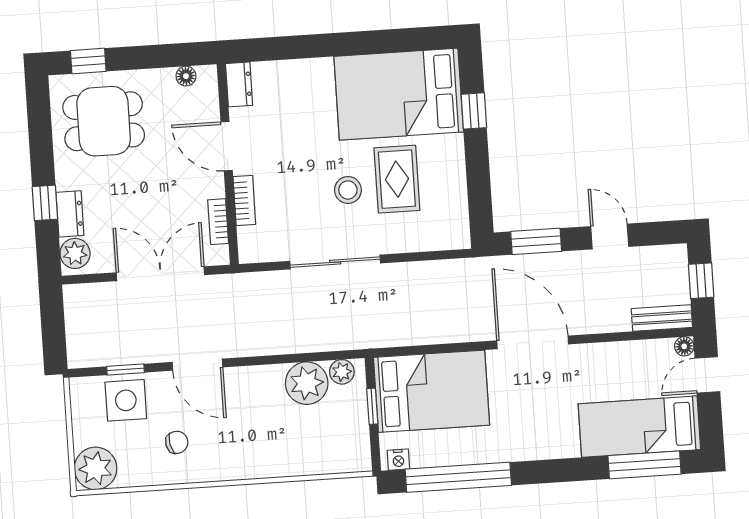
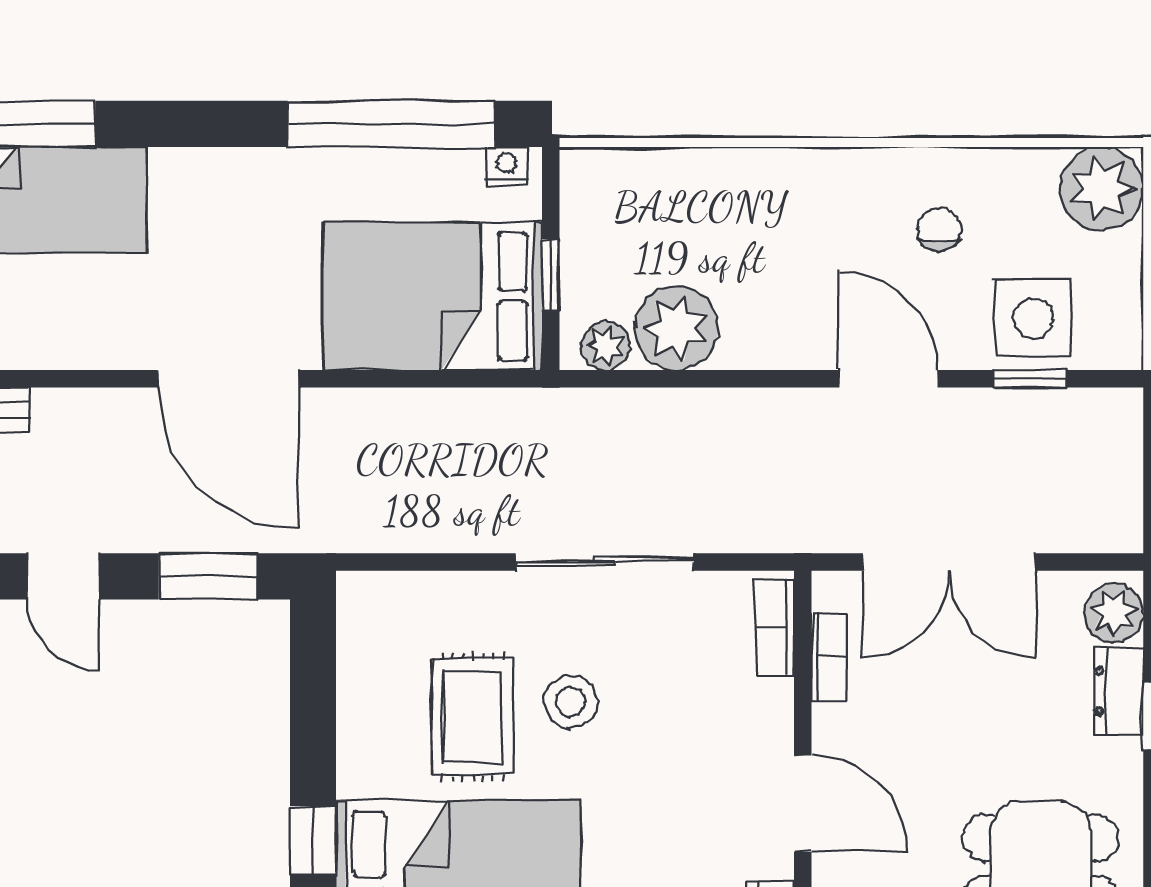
bookcase: (244, 200) -> (775, 627), moved
chair: (177, 442) -> (939, 229), turned 102

